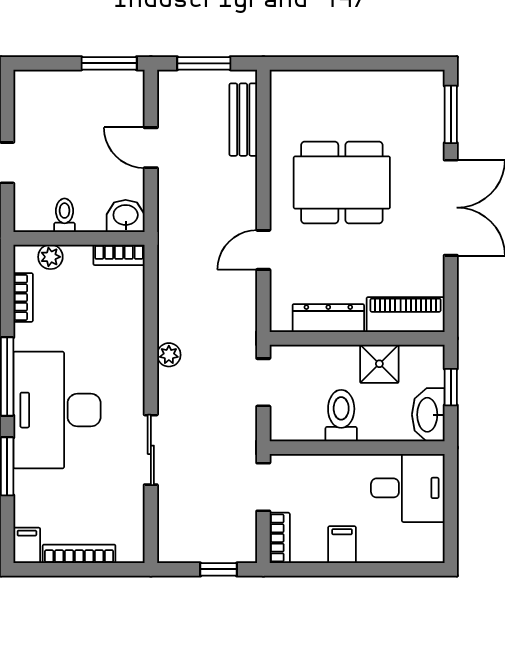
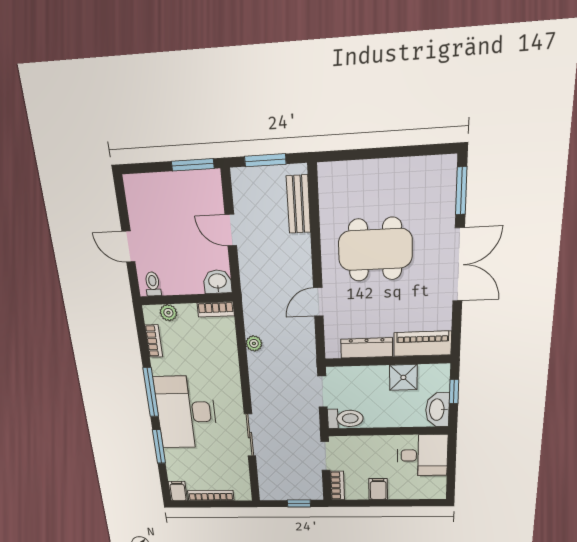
toilet: (64, 215) -> (153, 284), moved
plant: (169, 355) -> (254, 343), moved
toilet: (341, 416) -> (345, 419), moved, turned 90

